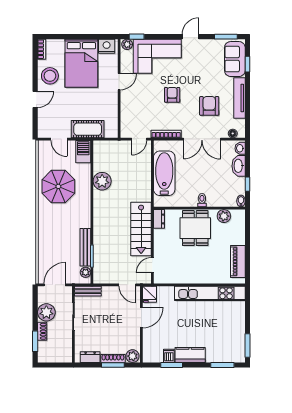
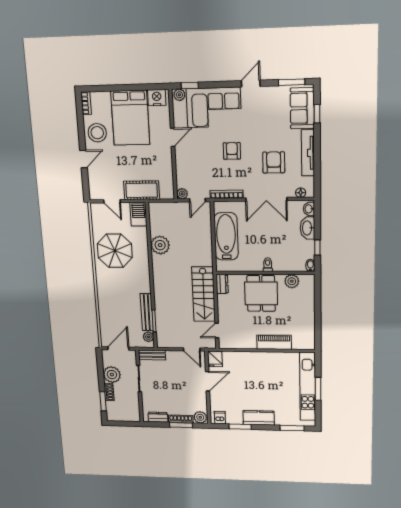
plant: (125, 133) -> (182, 194), added
piano: (238, 261) -> (274, 342), moved, turned 90
kitchen unit: (210, 293) -> (308, 387), moved, turned 90
window: (247, 345) -> (318, 389), moved
dishwasher: (169, 356) -> (220, 418), moved

